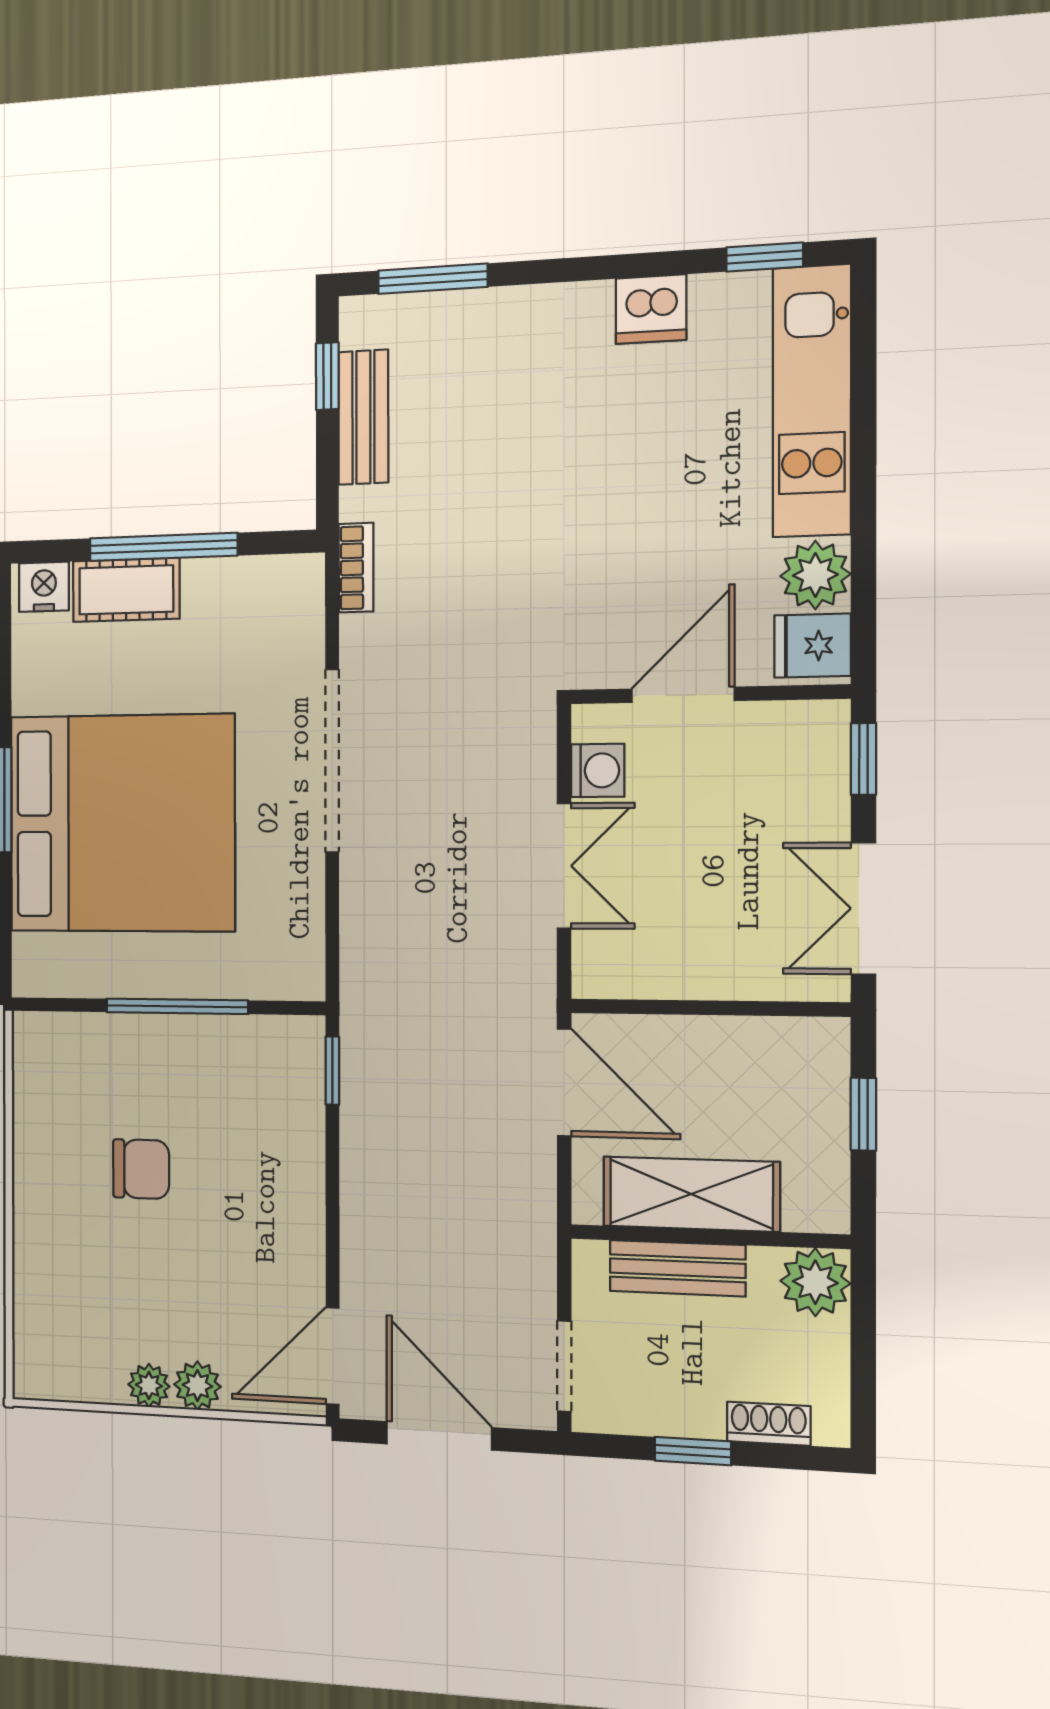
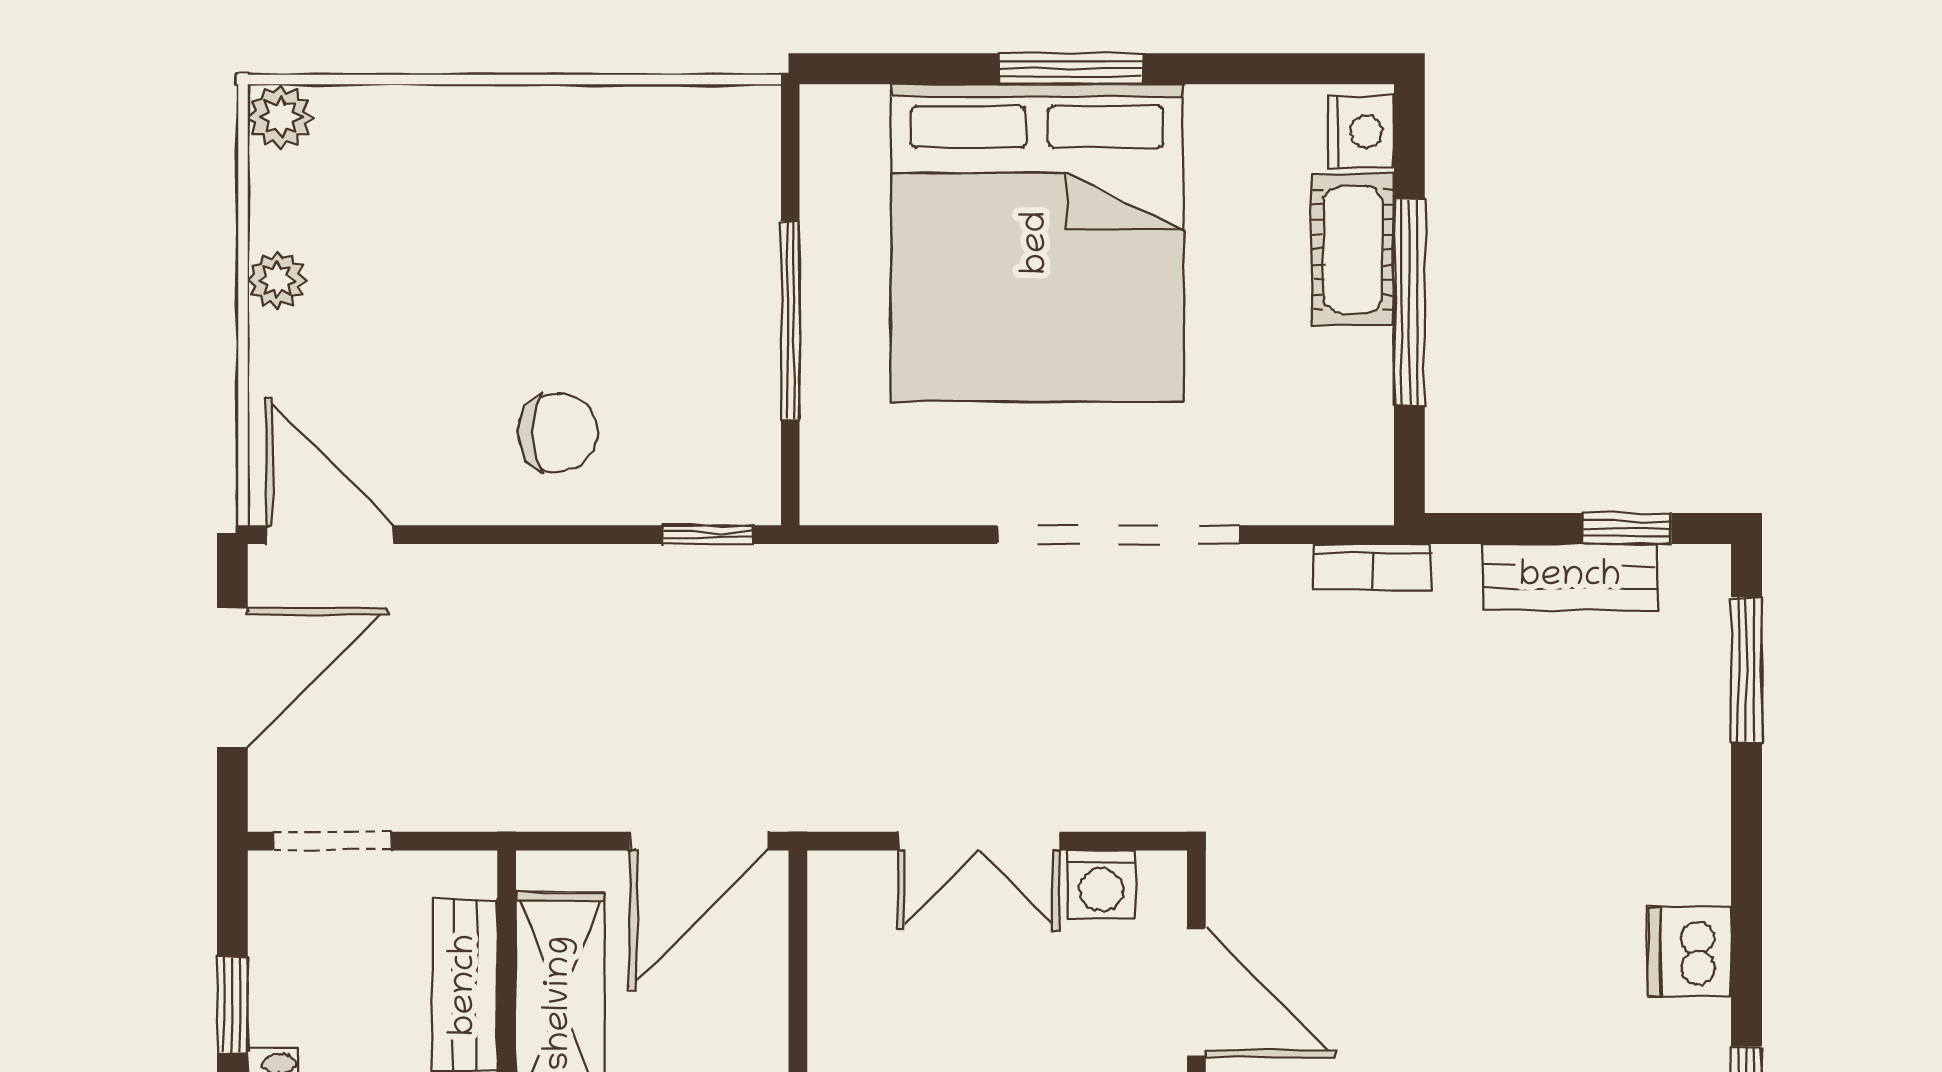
chair: (141, 1169) -> (558, 433), moved, turned -90
plant: (197, 1386) -> (280, 117), moved

